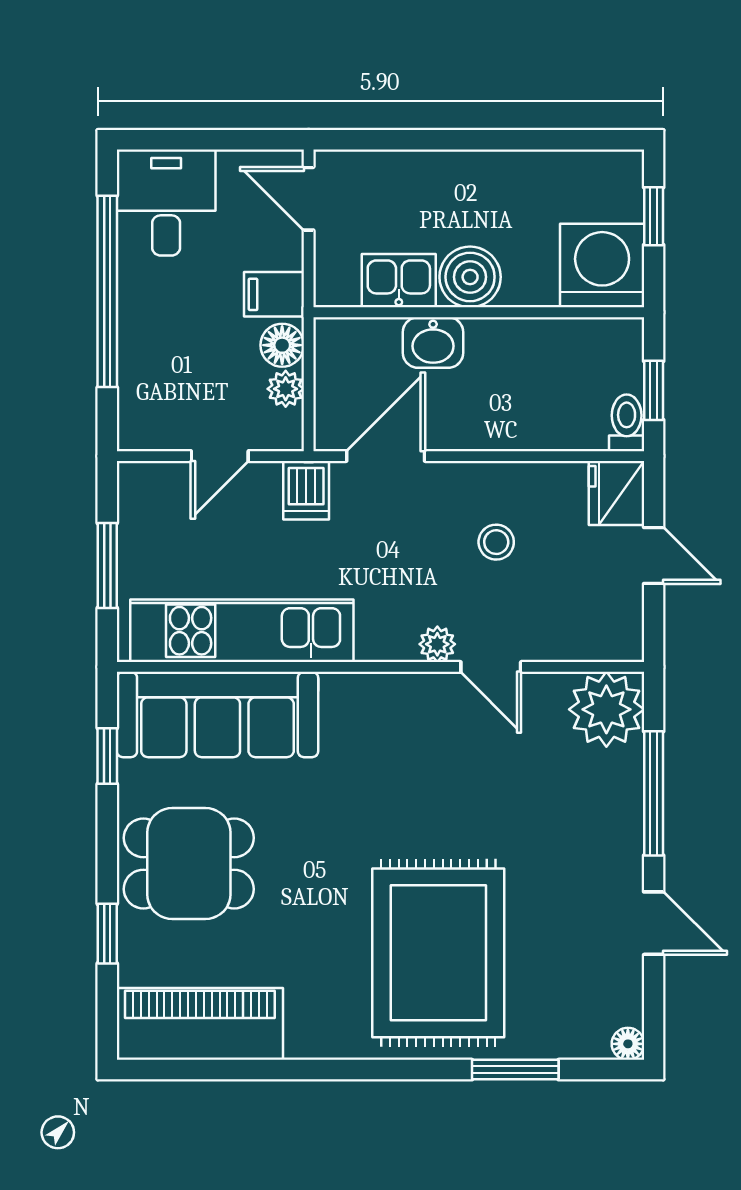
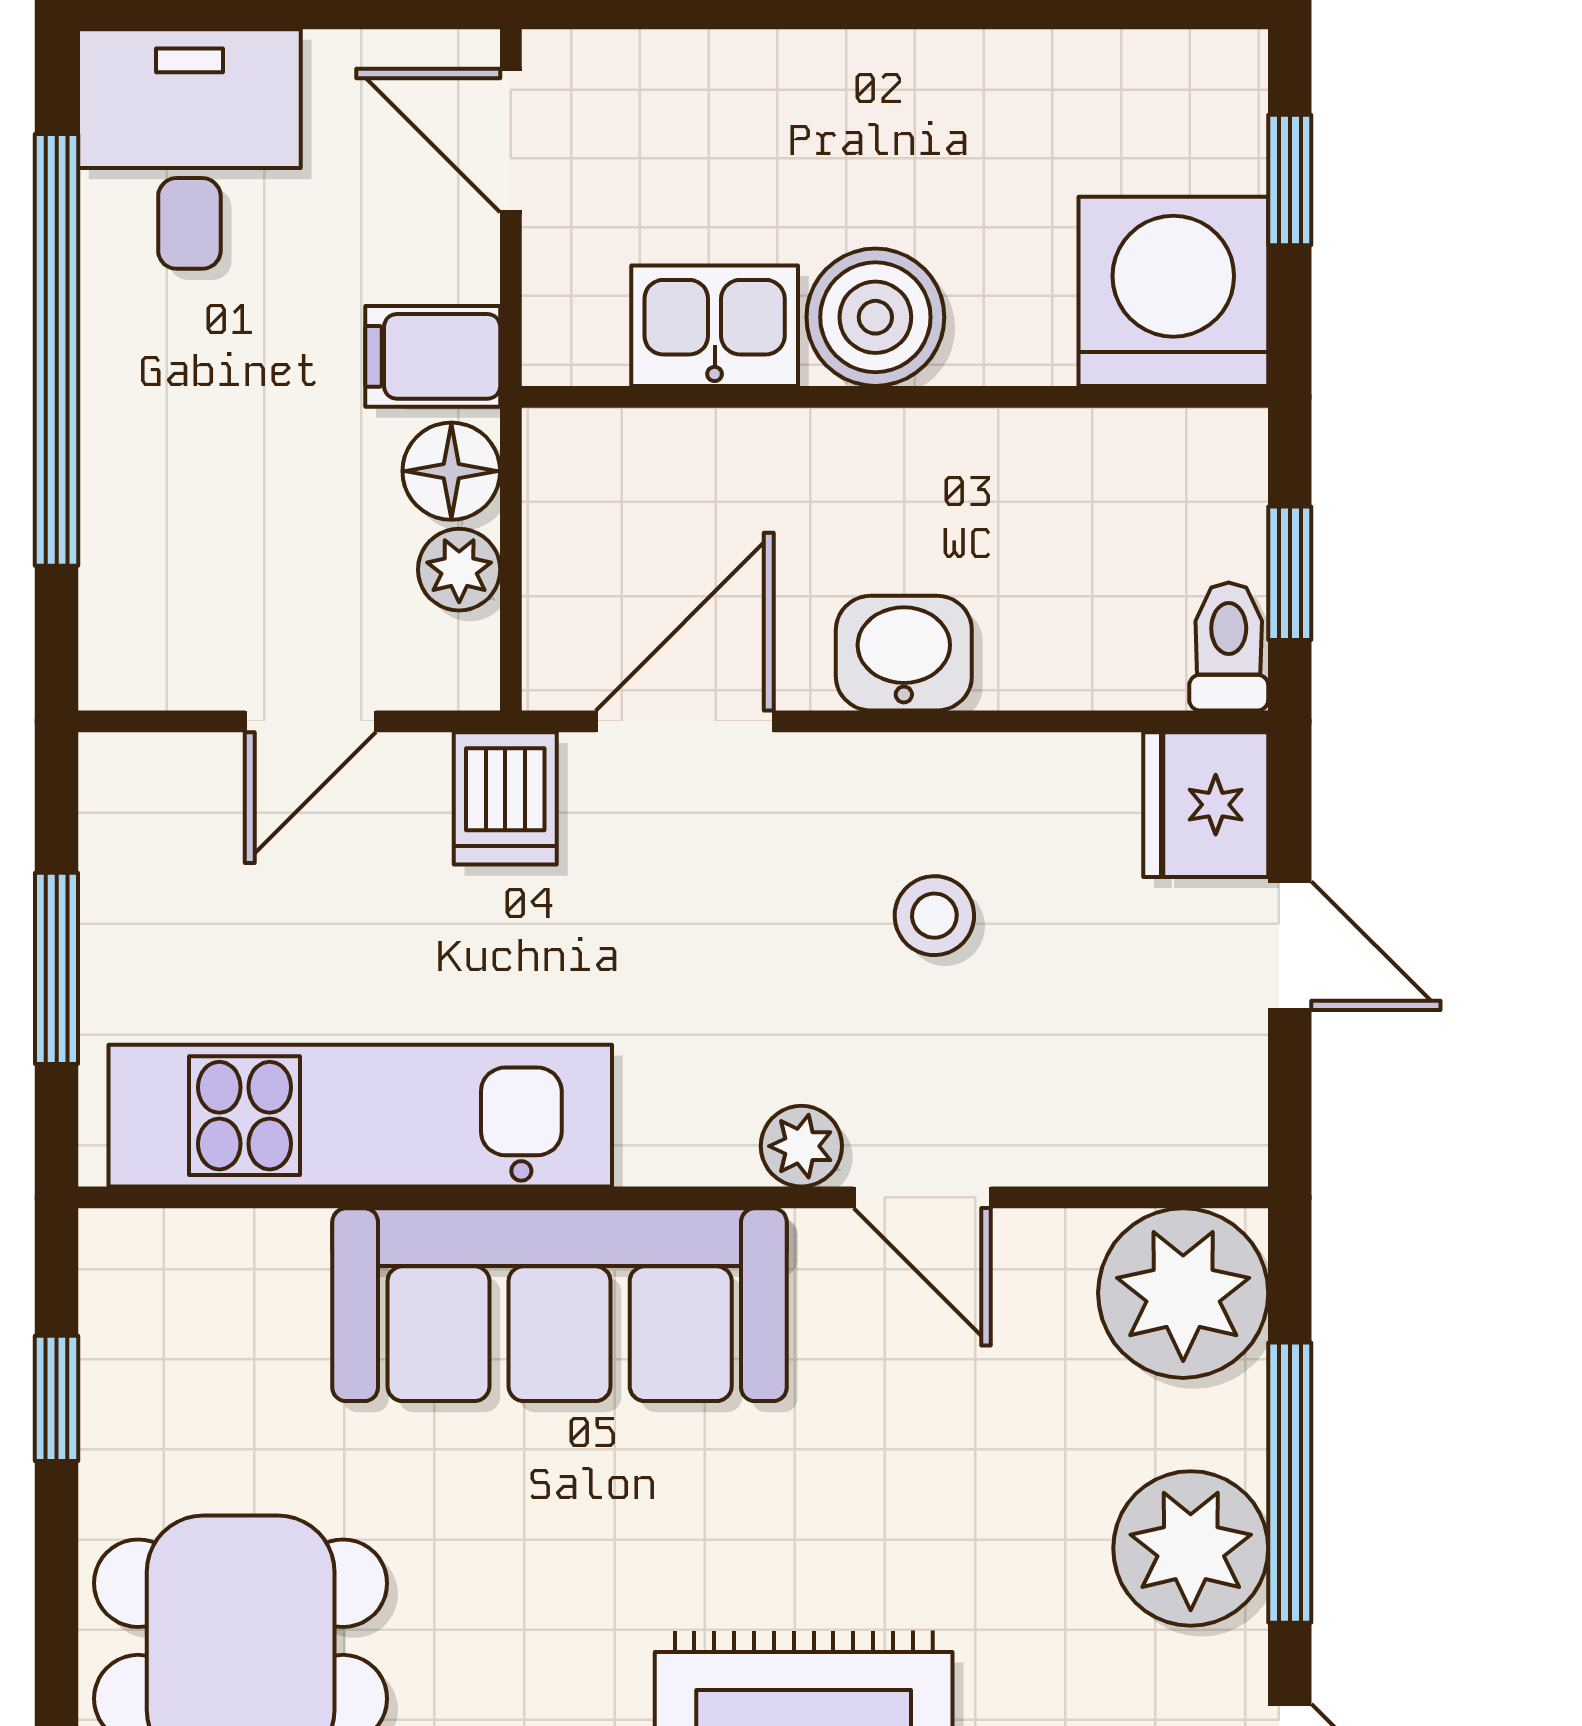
washbasin: (433, 343) -> (904, 653), moved, turned 180
sofa: (217, 715) -> (560, 1305), moved
plant: (610, 822) -> (1191, 1548), added

